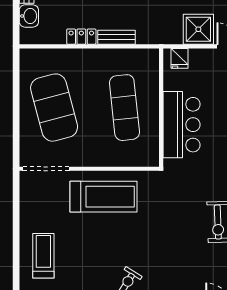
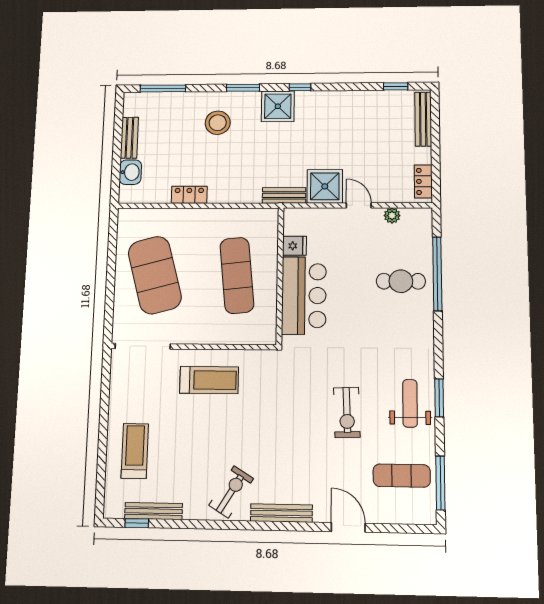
bench: (117, 37) -> (284, 195), moved
fridge: (179, 58) -> (295, 246), moved, turned -90
treadmill: (103, 197) -> (209, 380), width x0.73, depth x0.73

